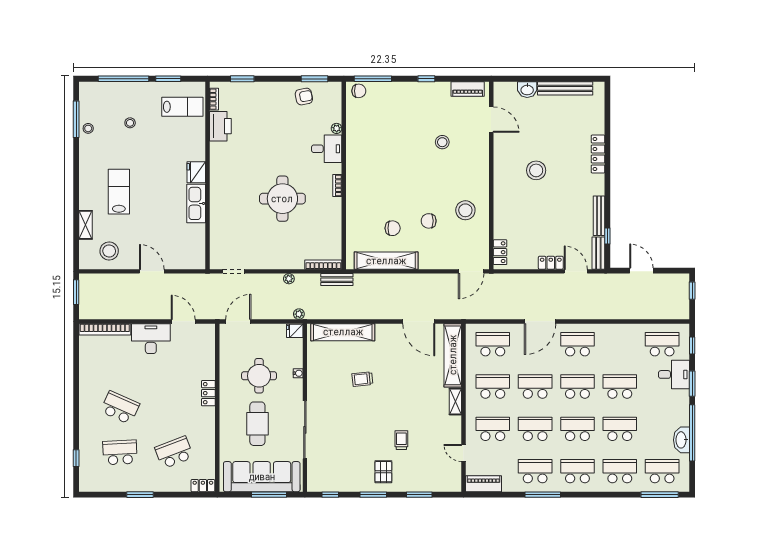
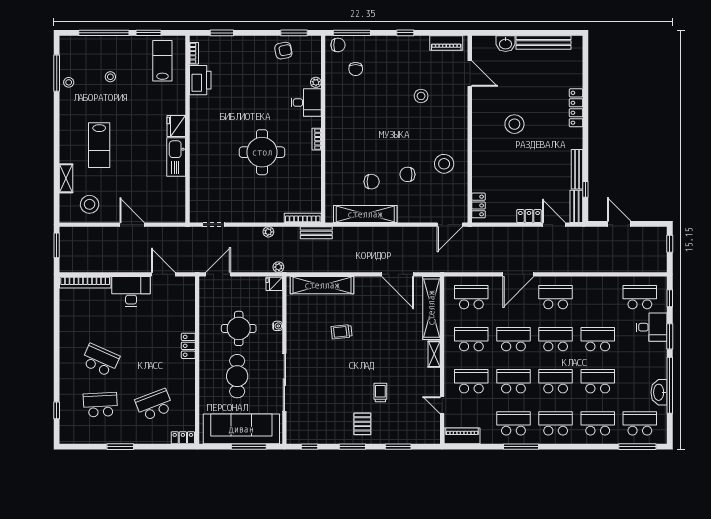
lab bench: (182, 107) -> (162, 61), turned -90
chair: (377, 115) -> (356, 69), added
lab bench: (119, 192) -> (99, 145), turned 180

